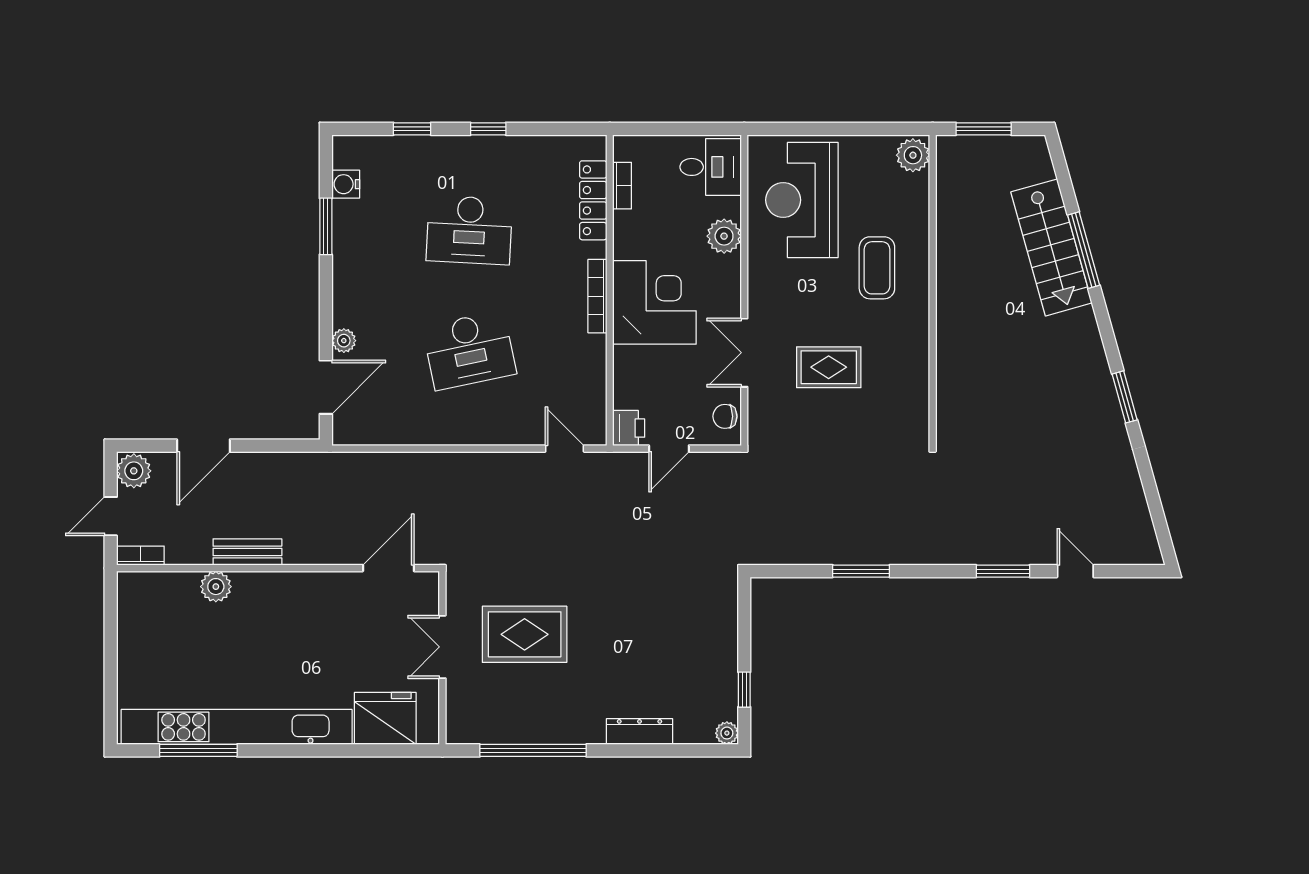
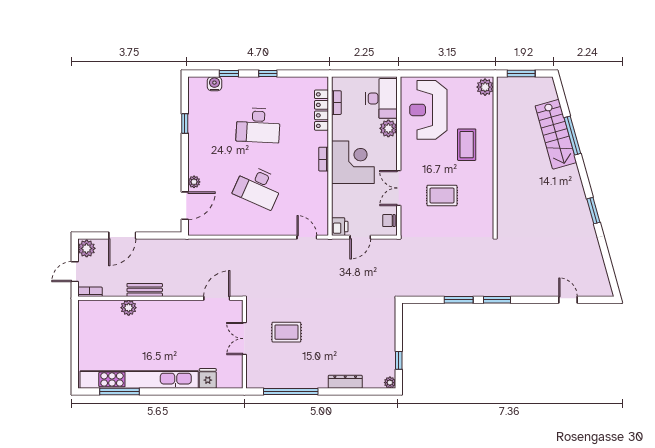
desk: (711, 167) -> (382, 98), width x1.37
water cooler: (346, 184) -> (214, 84), moved, turned 90
window: (326, 226) -> (185, 123), width x0.67
bookcase: (597, 296) -> (324, 159), width x0.64
desk: (469, 350) -> (258, 187), turned 36
window: (1003, 571) -> (497, 300), moved
rug: (525, 634) -> (286, 332), width x0.73, depth x0.70
fridge: (385, 718) -> (208, 378), width x0.53, depth x0.75

